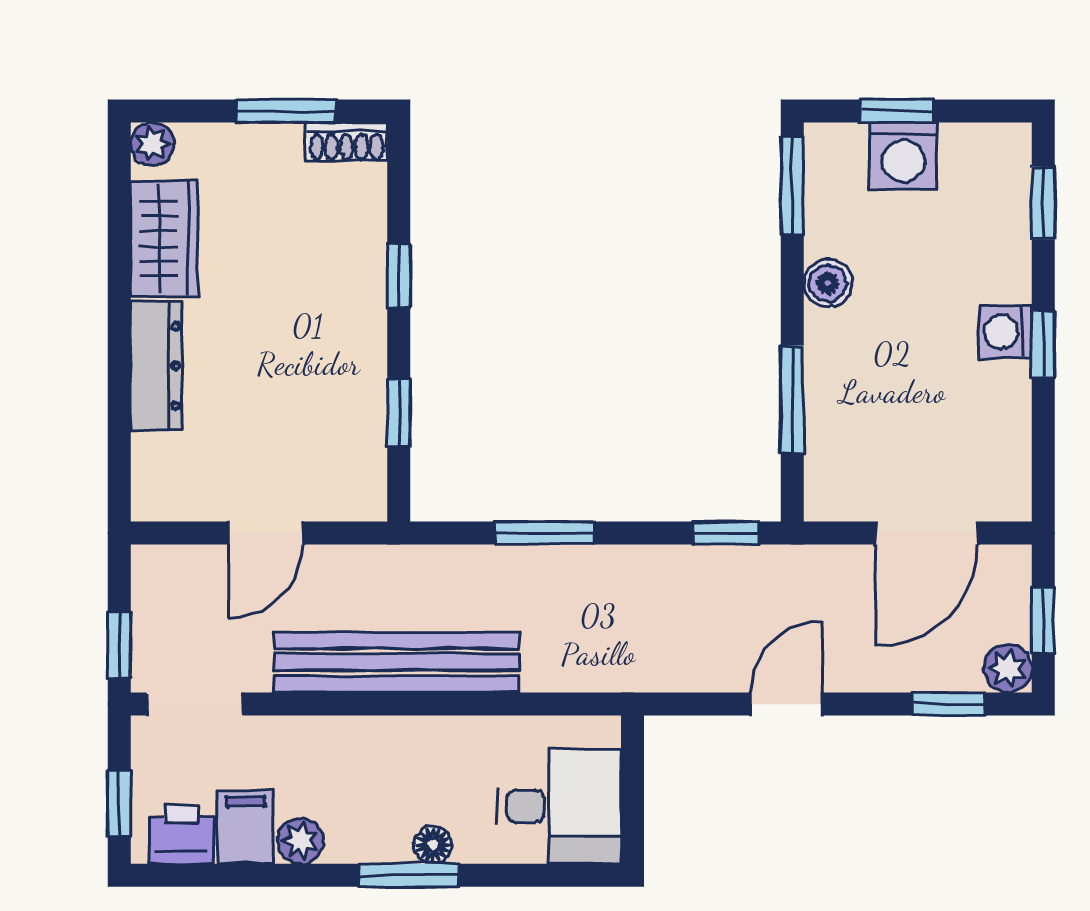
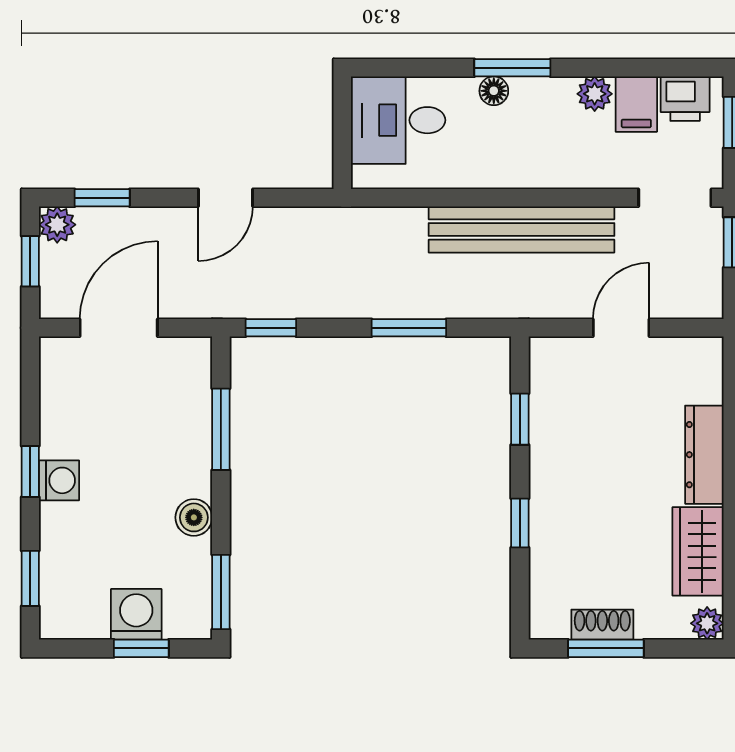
shoe rack: (347, 142) -> (602, 625), moved

